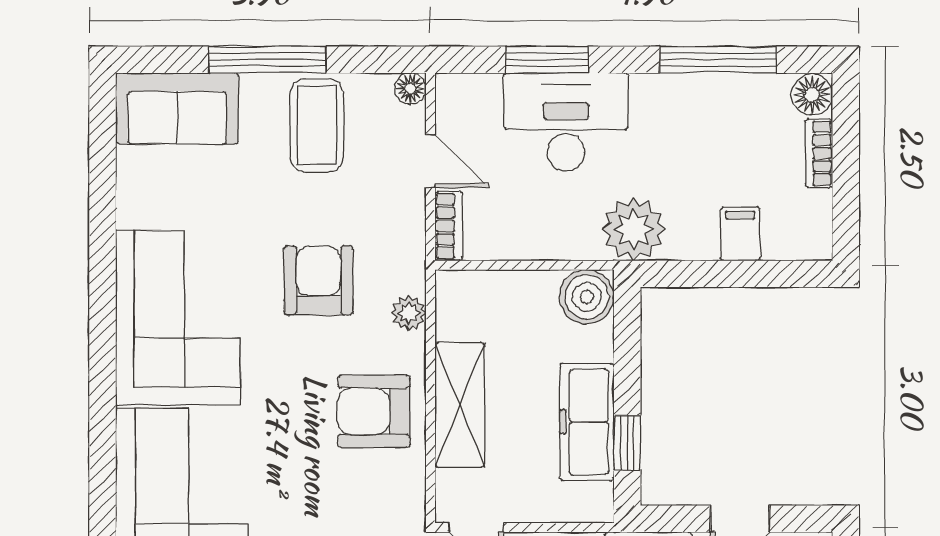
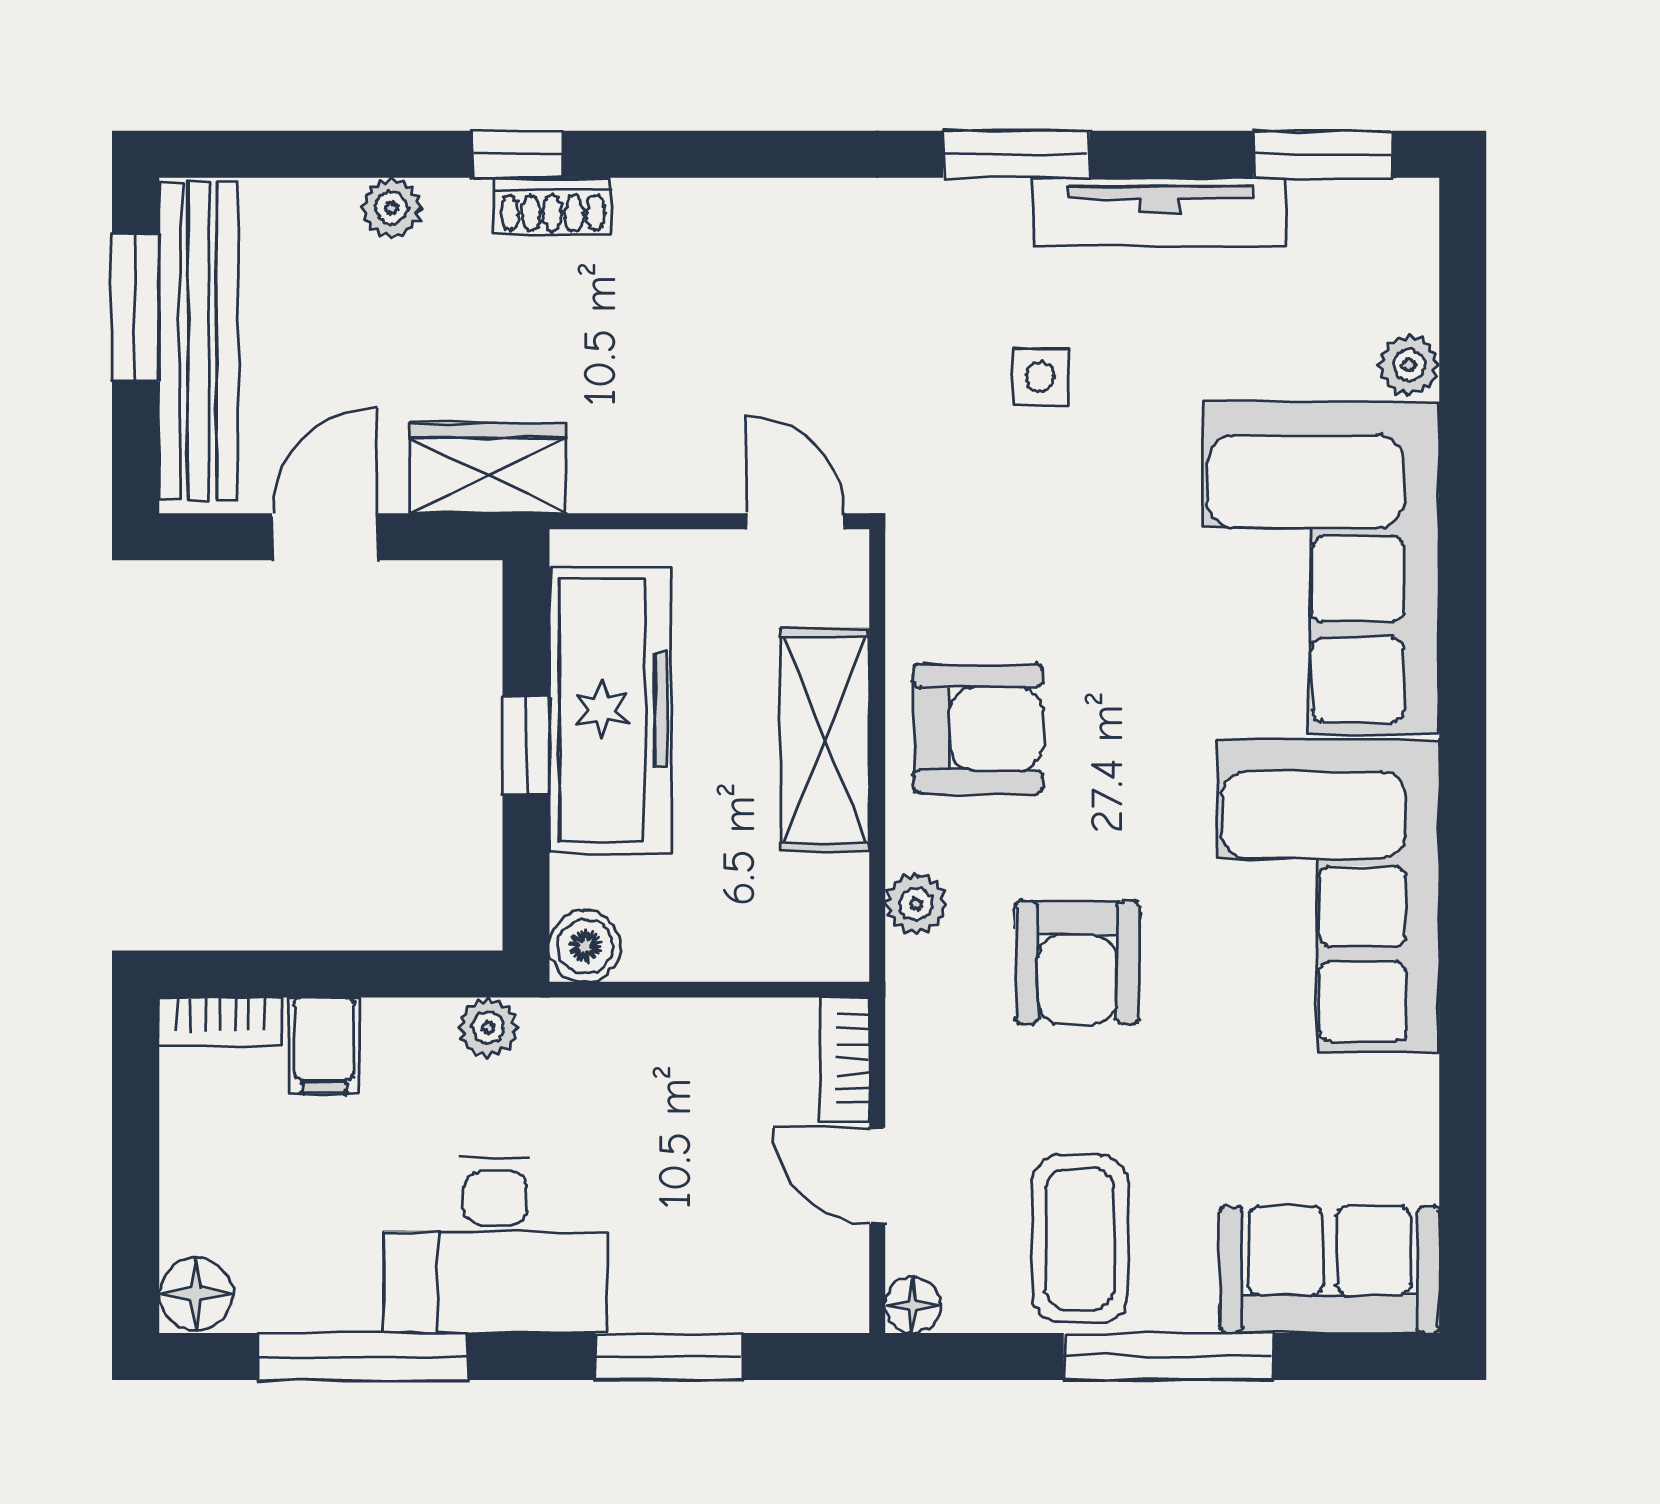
desk: (566, 122) -> (495, 1246), moved
bookcase: (819, 153) -> (221, 1022), moved, turned 90
plant: (634, 229) -> (488, 1027), width x0.53, depth x0.53
boiler: (587, 297) -> (585, 946), width x0.73, depth x0.73
freezer: (587, 422) -> (611, 710), width x1.36, depth x1.26
window: (627, 443) -> (526, 745), moved

